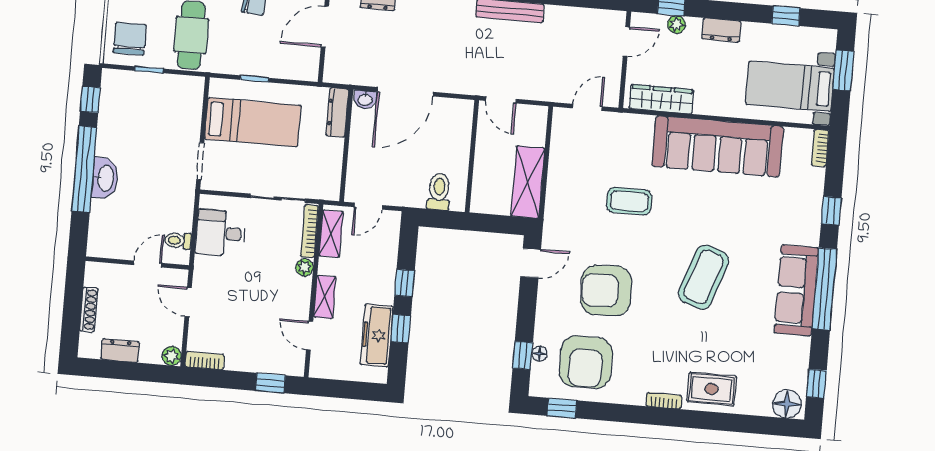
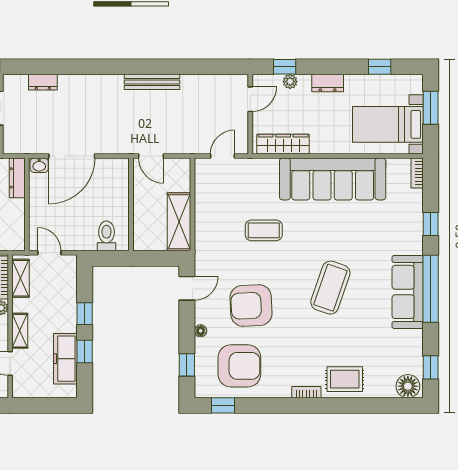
door: (368, 206) -> (49, 253), swing flipped
floor lamp: (539, 354) -> (201, 331), moved
armchair: (586, 362) -> (239, 366), turned -90

